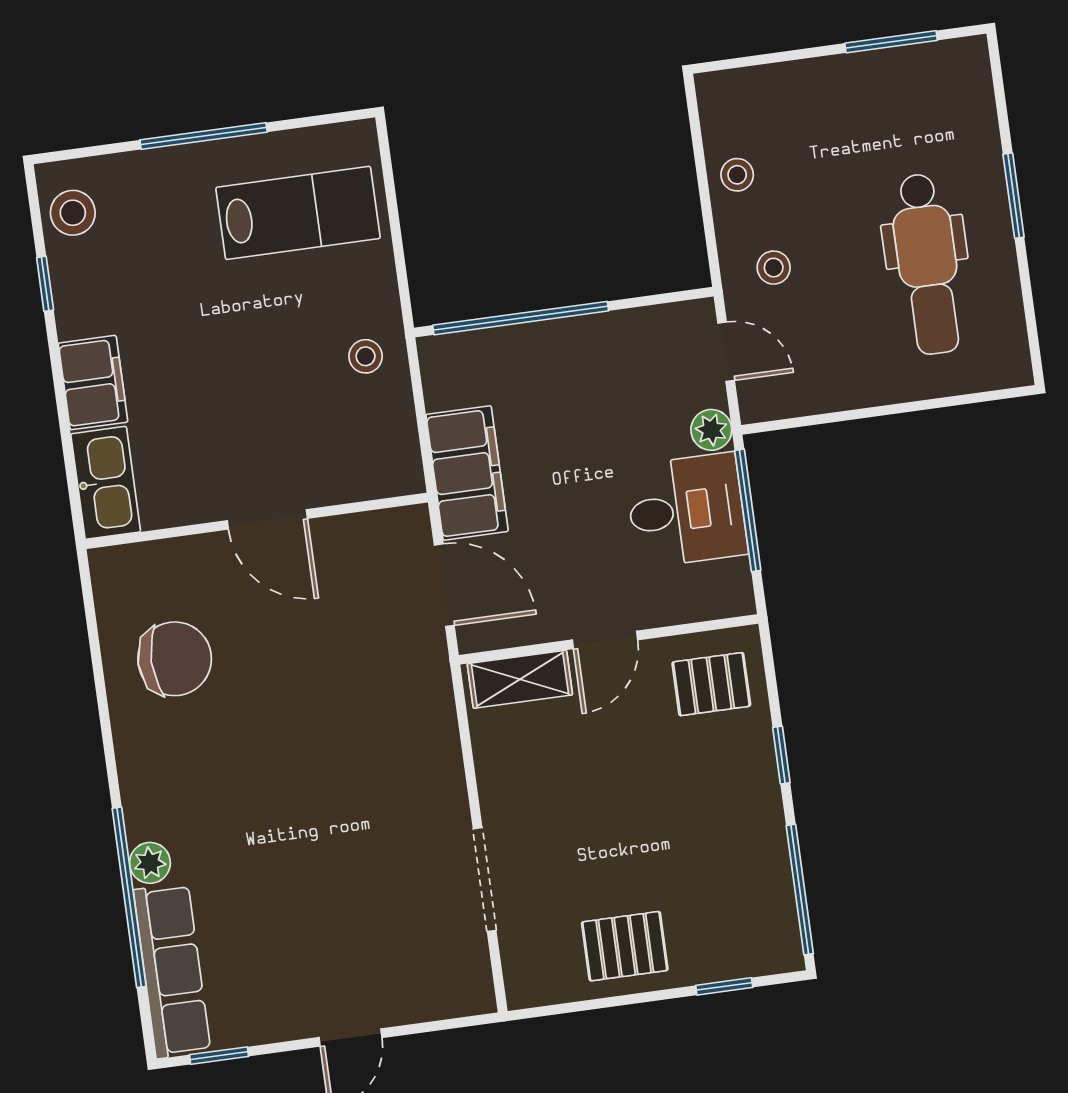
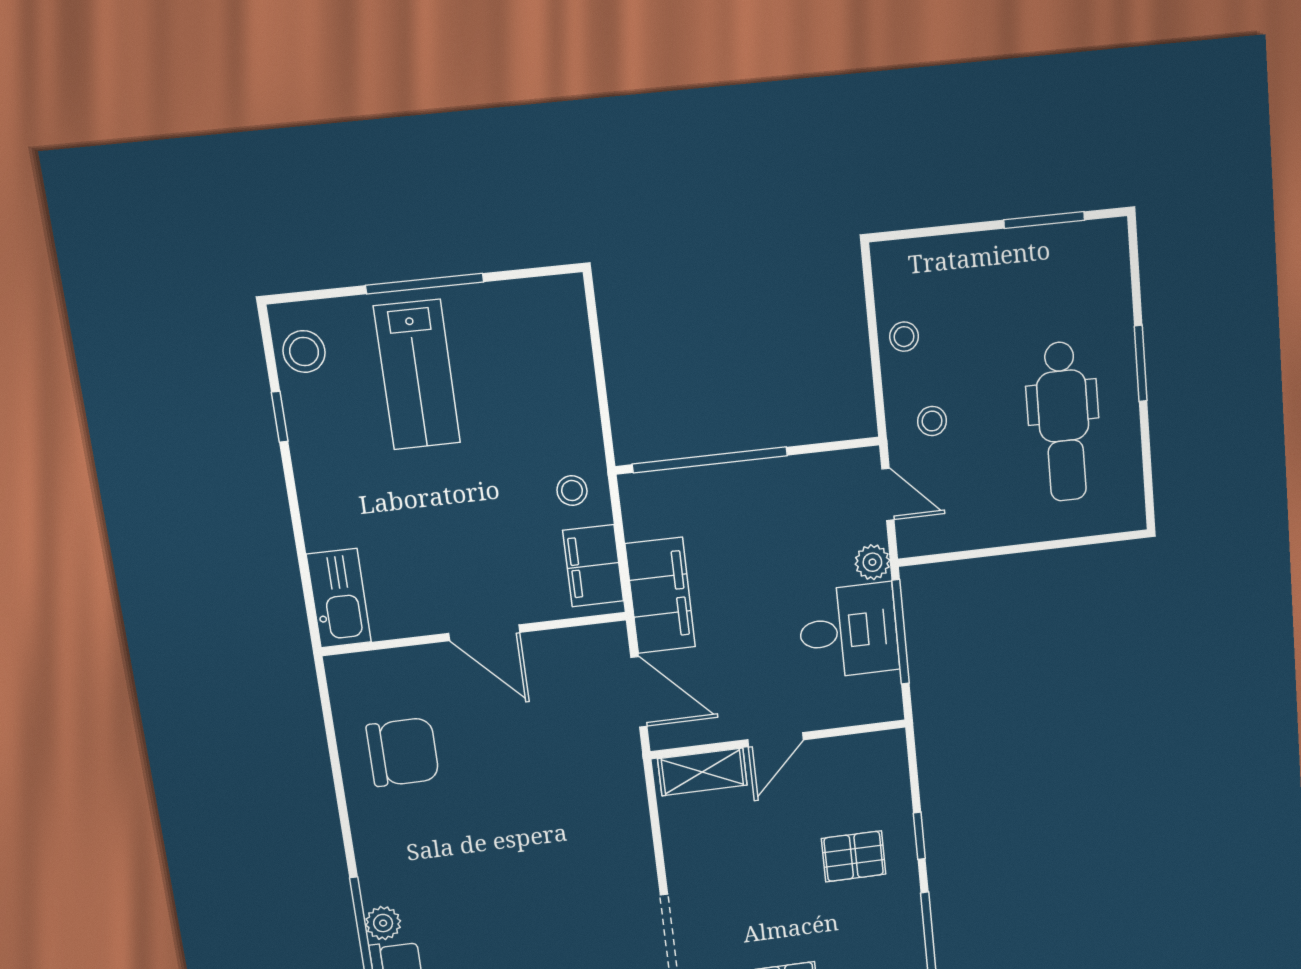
lab bench: (298, 213) -> (417, 375), moved, turned 90
filing cabinet: (93, 383) -> (593, 566), moved, turned 180
pallet: (711, 684) -> (854, 856), moved

